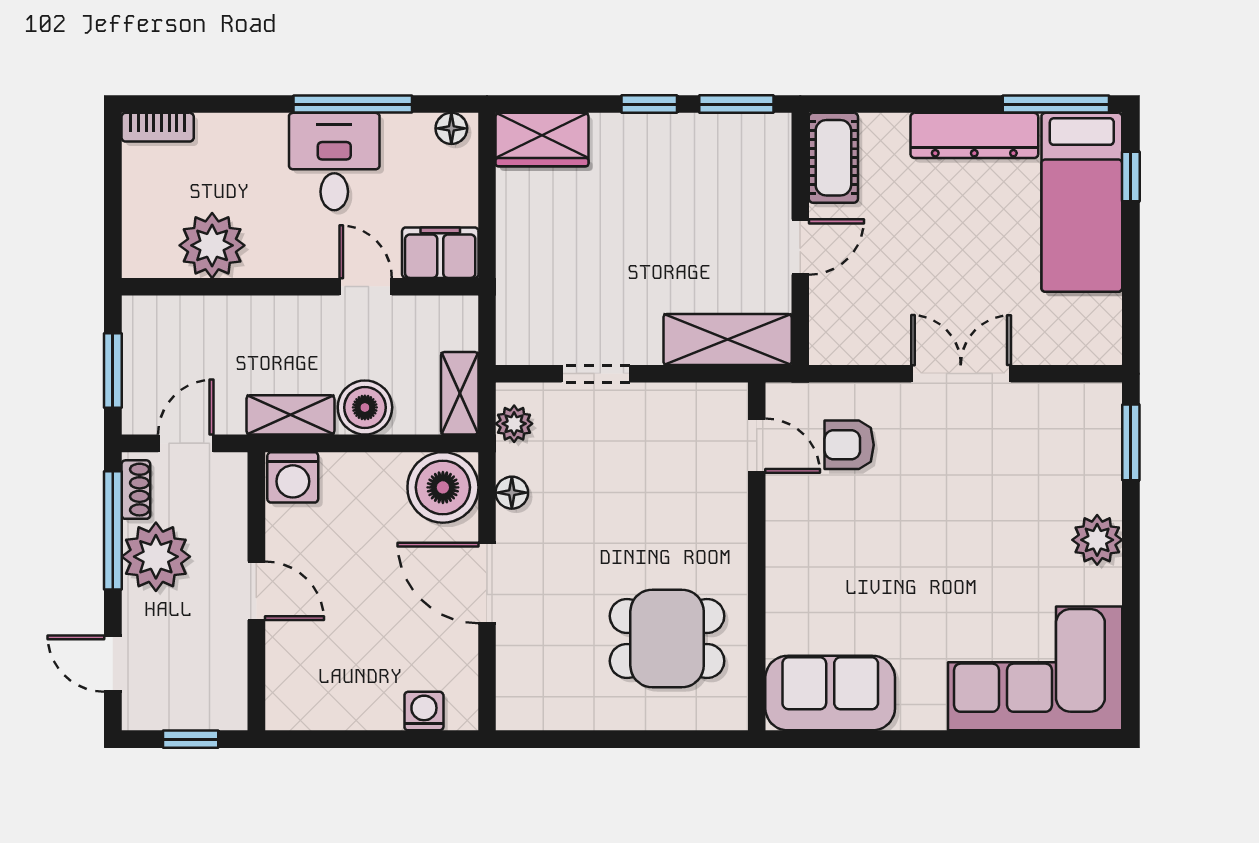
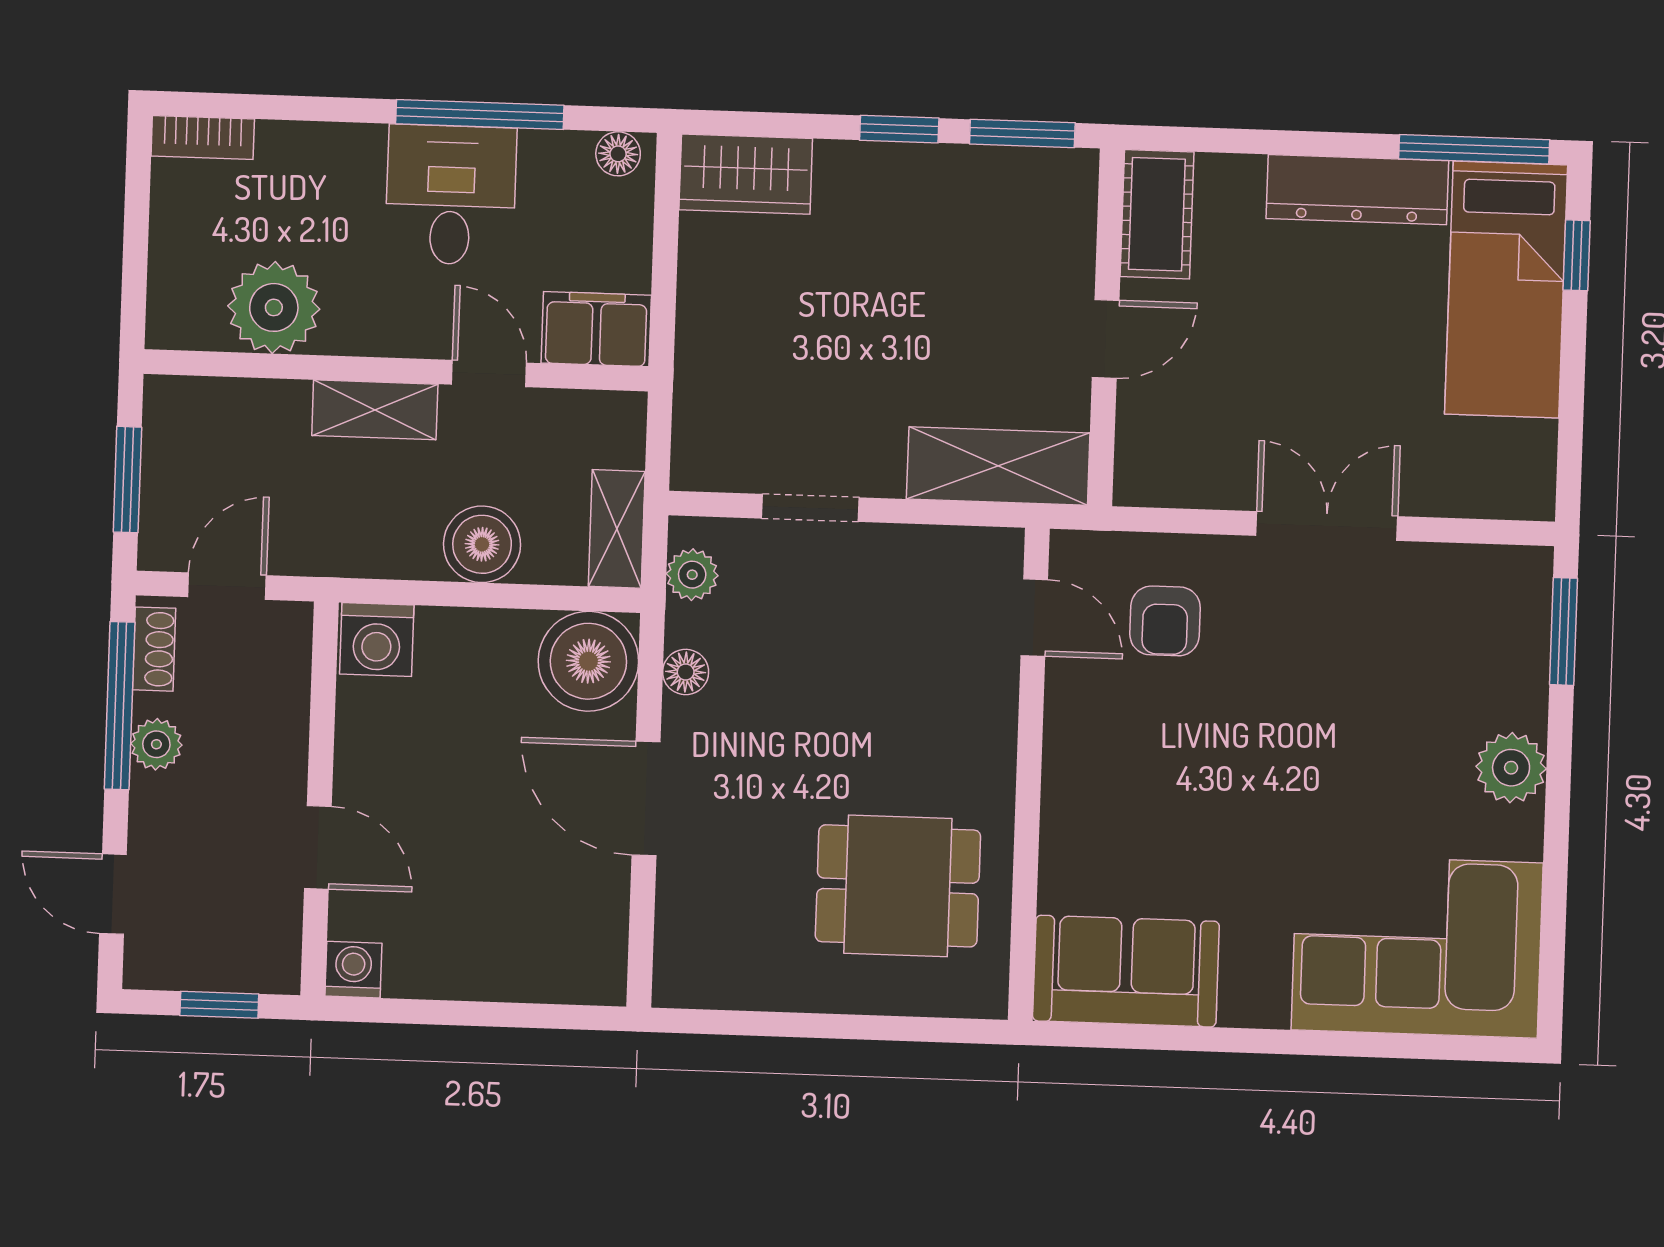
shelving: (290, 415) -> (375, 410), moved
armchair: (849, 445) -> (1165, 621), turned -90
plant: (156, 557) -> (156, 744), width x0.53, depth x0.53
door: (256, 591) -> (318, 847), moved
washing machine: (424, 711) -> (353, 970), moved

